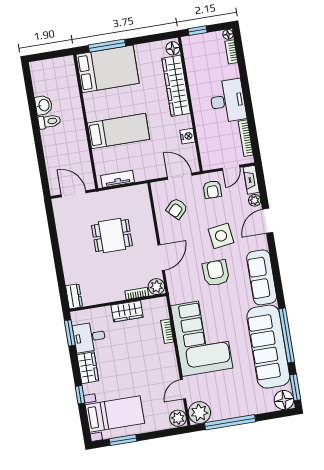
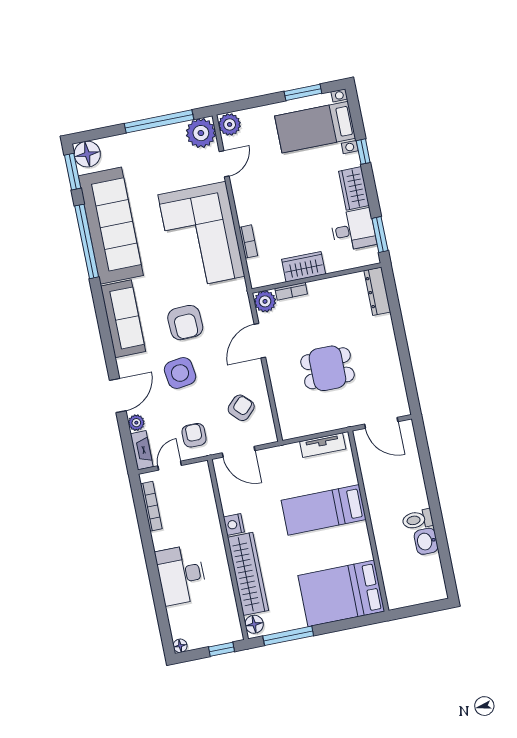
window: (107, 46) -> (288, 636), moved
bookcase: (231, 52) -> (175, 622), removed
desk: (228, 101) -> (181, 575), moved
nightstand: (187, 136) -> (234, 524), moved
dresser: (74, 296) -> (377, 291), width x1.44

